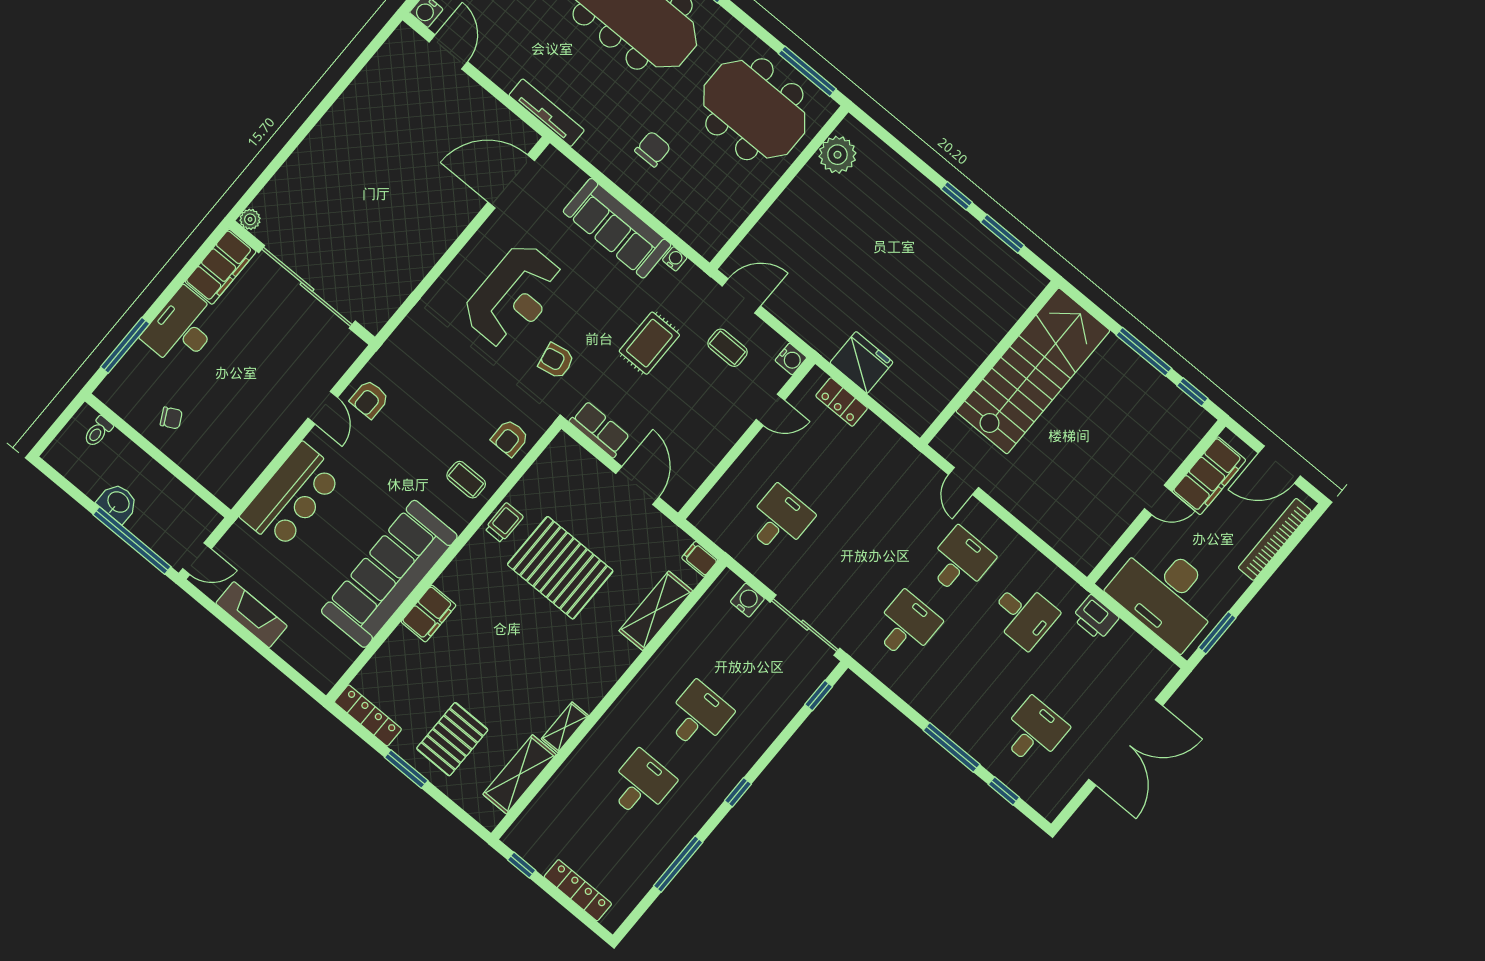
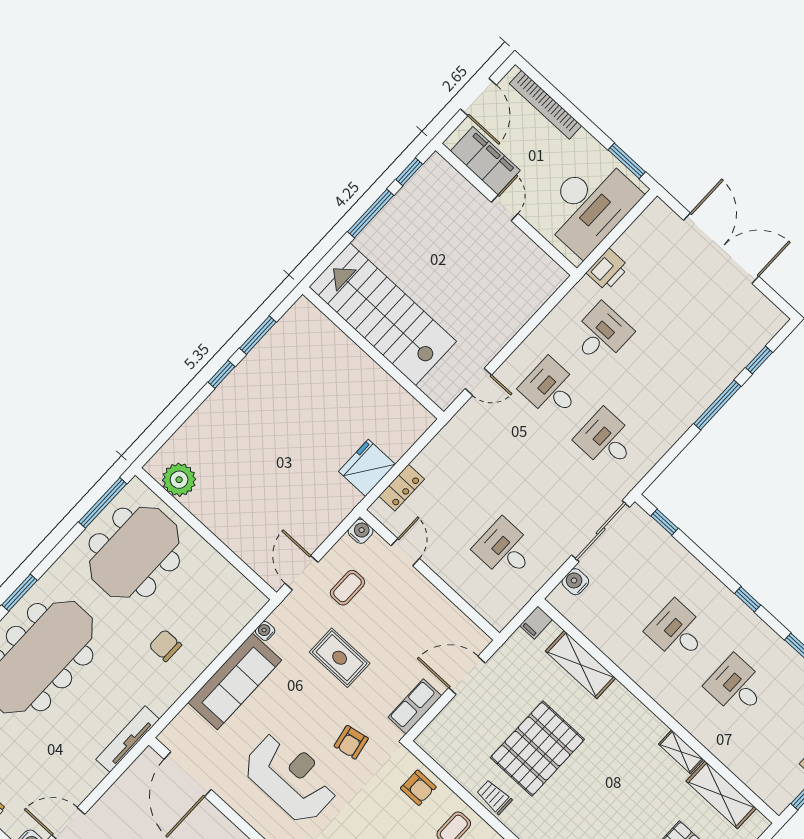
desk: (1034, 732) -> (707, 330), removed

